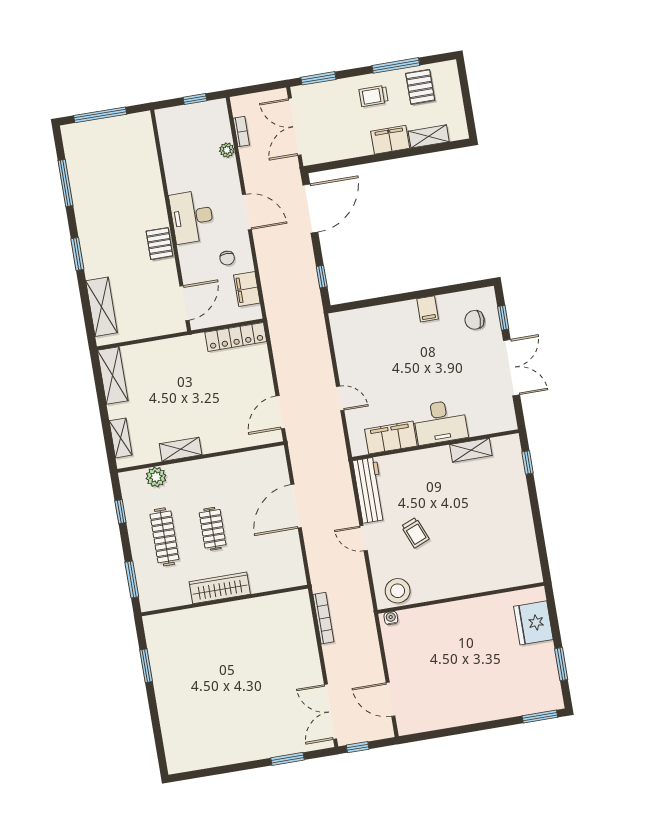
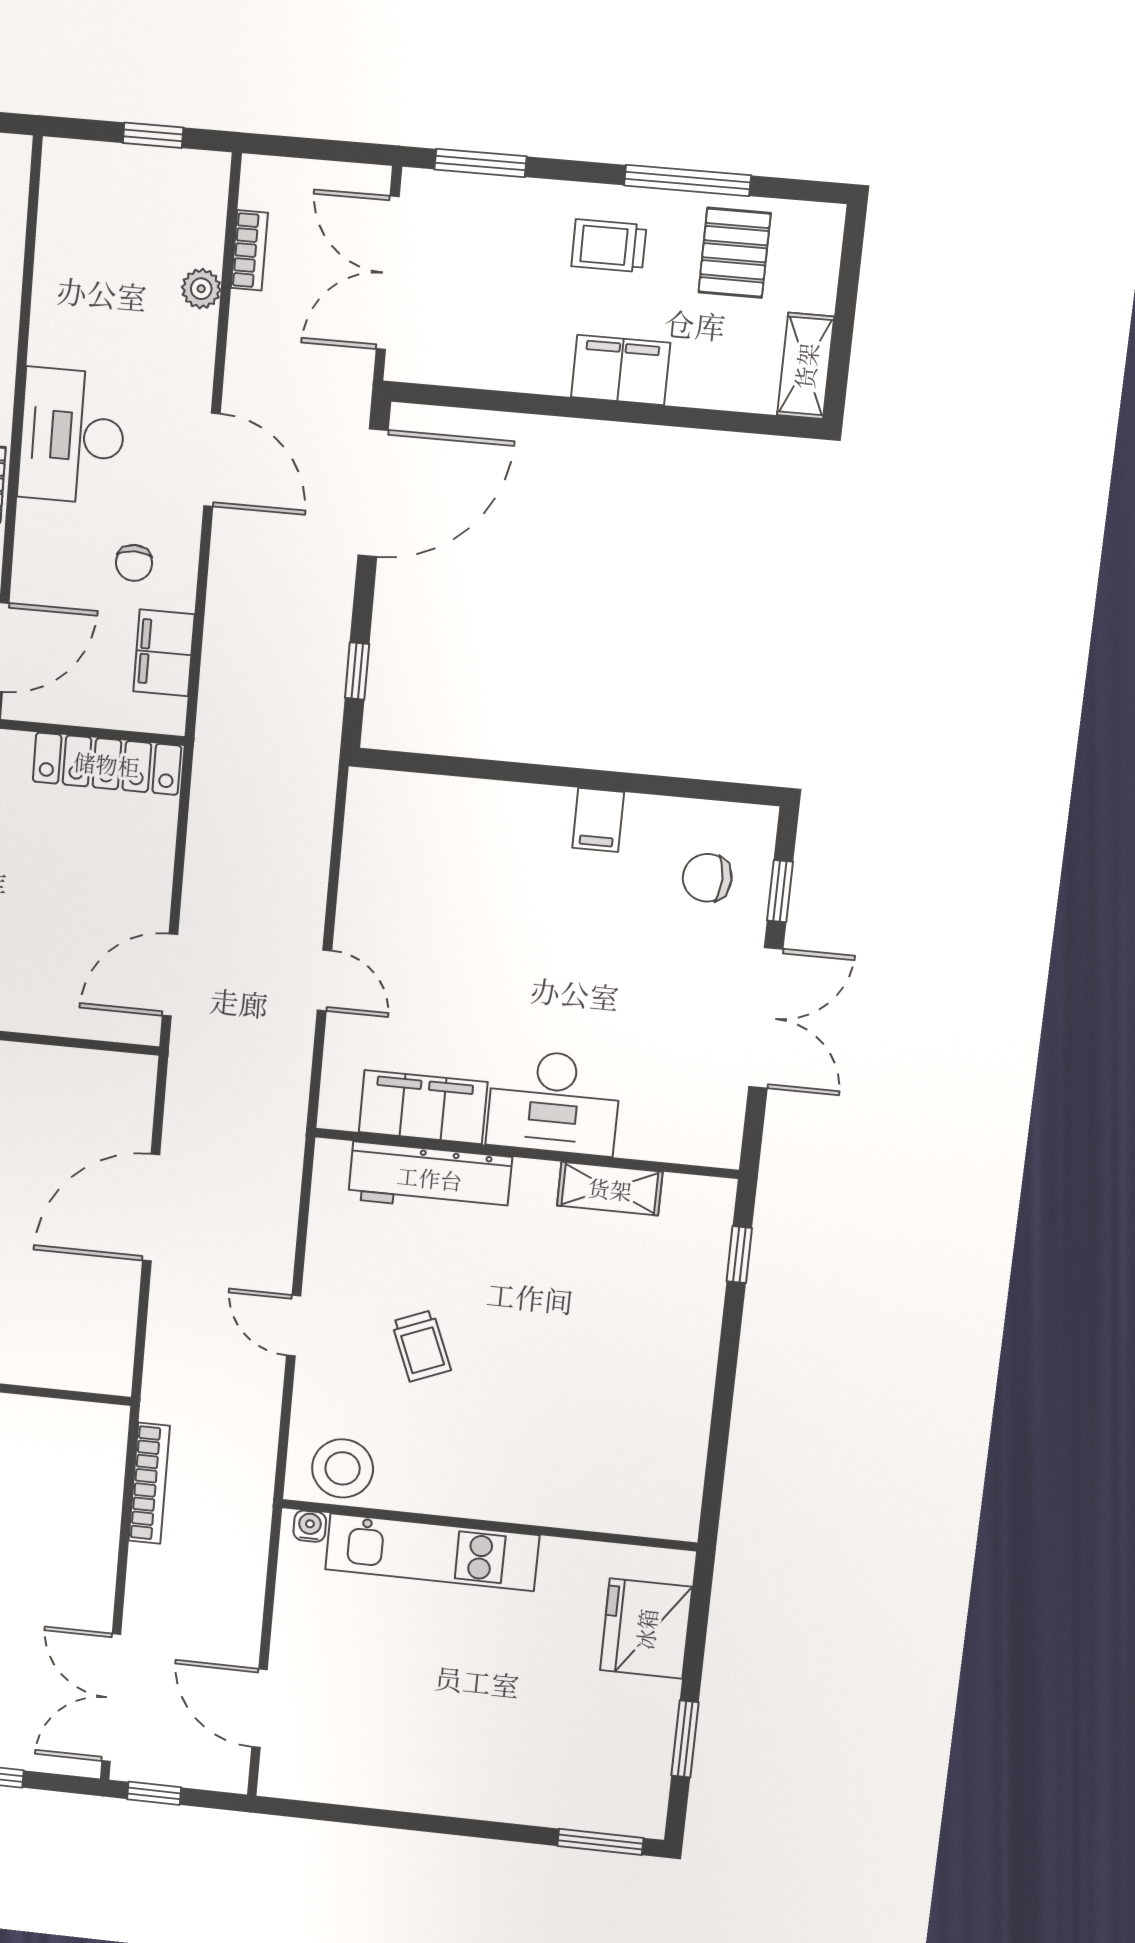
shelving: (429, 136) -> (806, 366), moved, turned 90
workbench: (370, 490) -> (430, 1178), moved, turned 90
kitchen unit: (442, 615) -> (432, 1552), added

